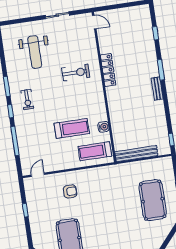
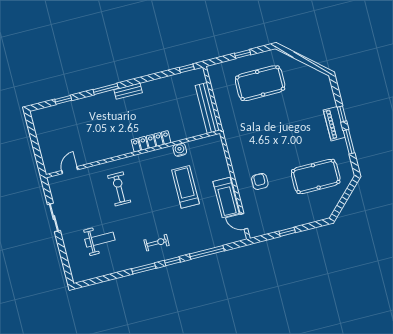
door: (94, 22) -> (70, 170), moved
weight bench: (35, 52) -> (100, 240), width x0.73, depth x0.75
locker: (108, 70) -> (151, 141), moved
treadmill: (95, 151) -> (226, 197), moved

